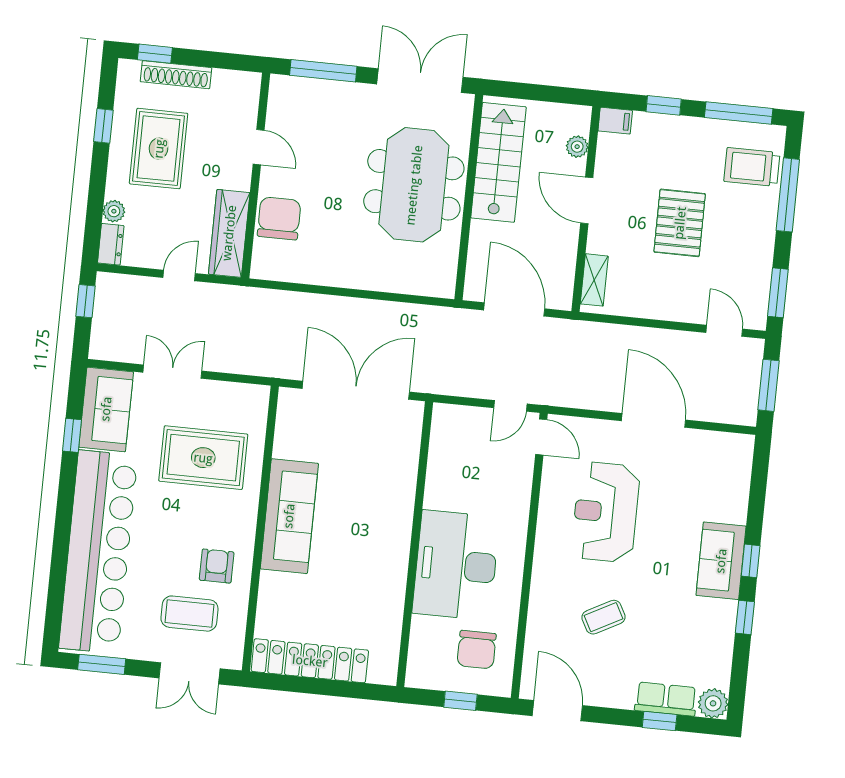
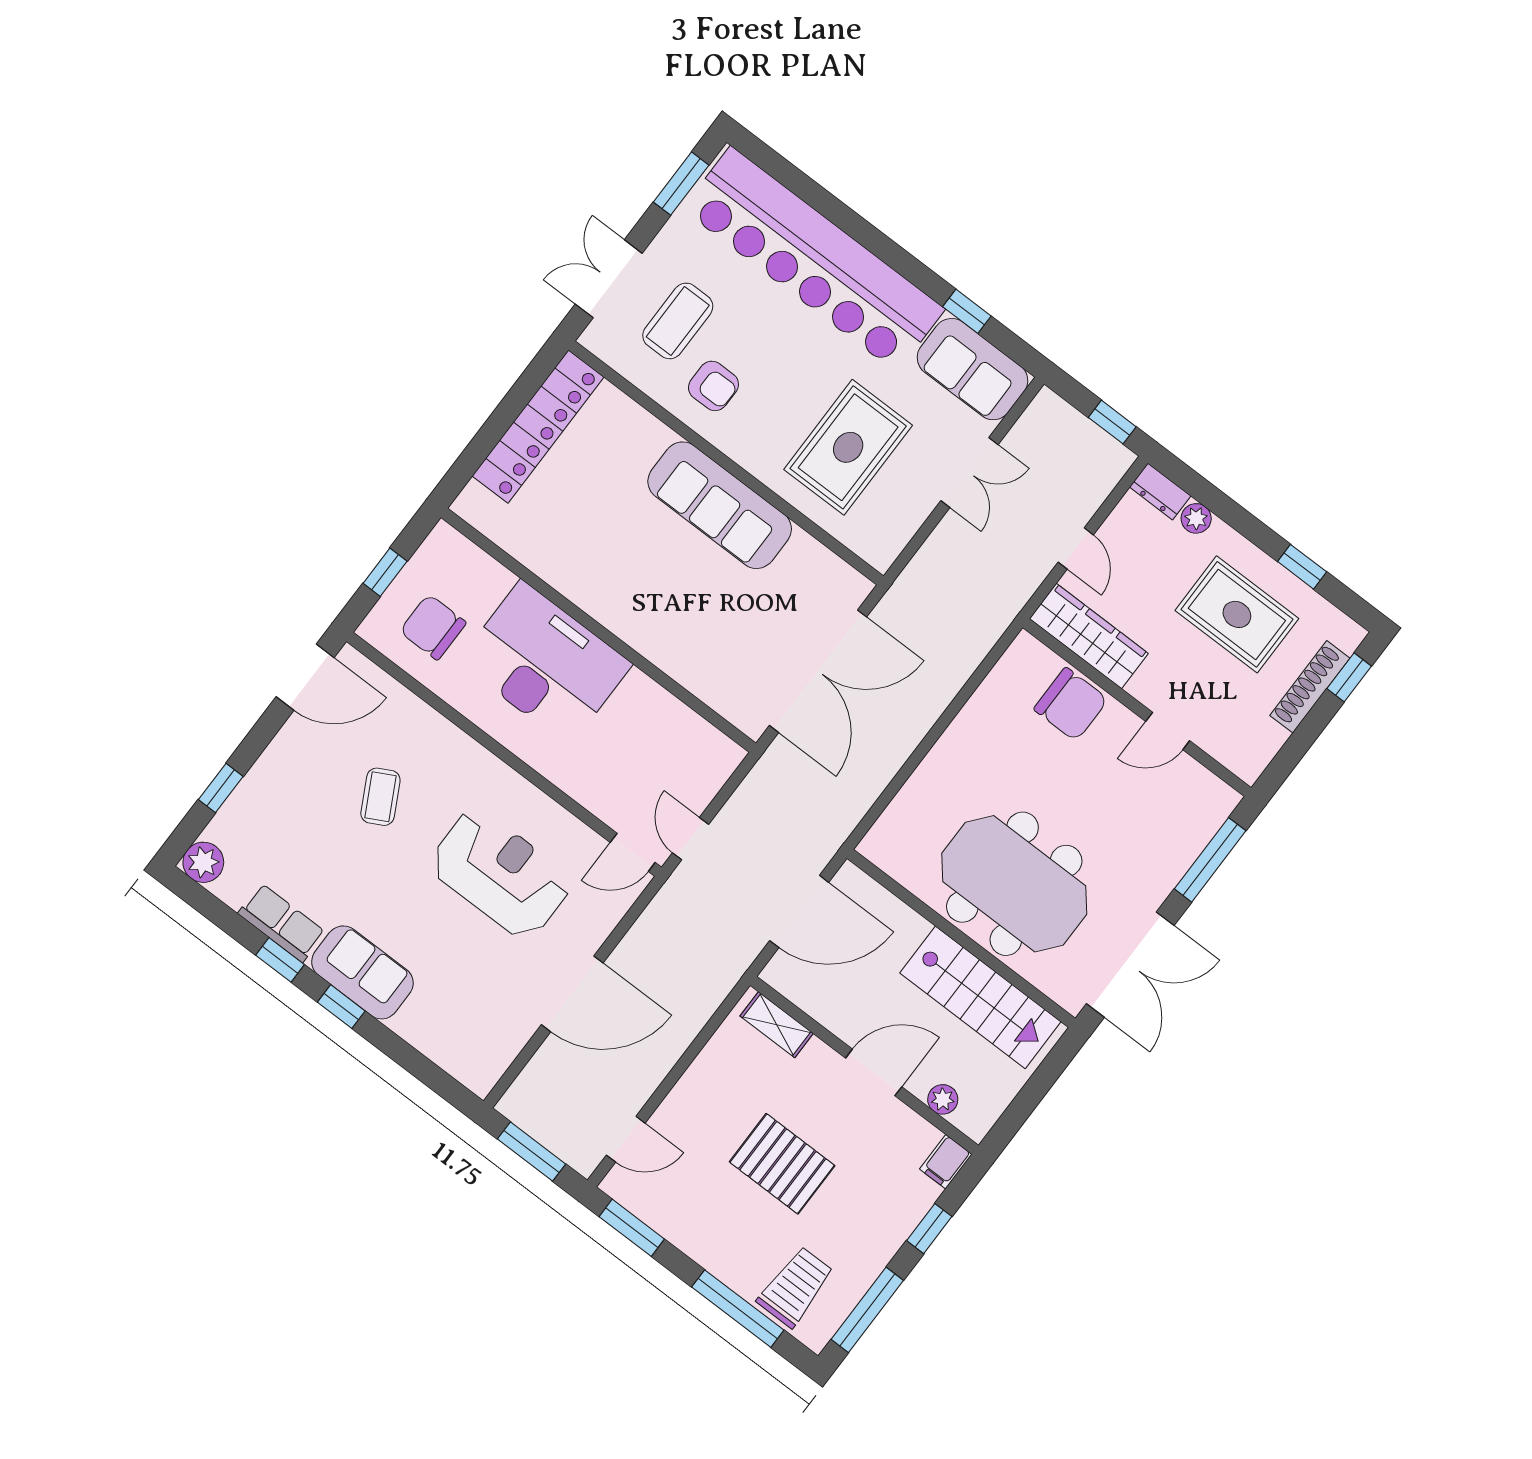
row of seats: (666, 699) -> (282, 923), moved, turned -90

